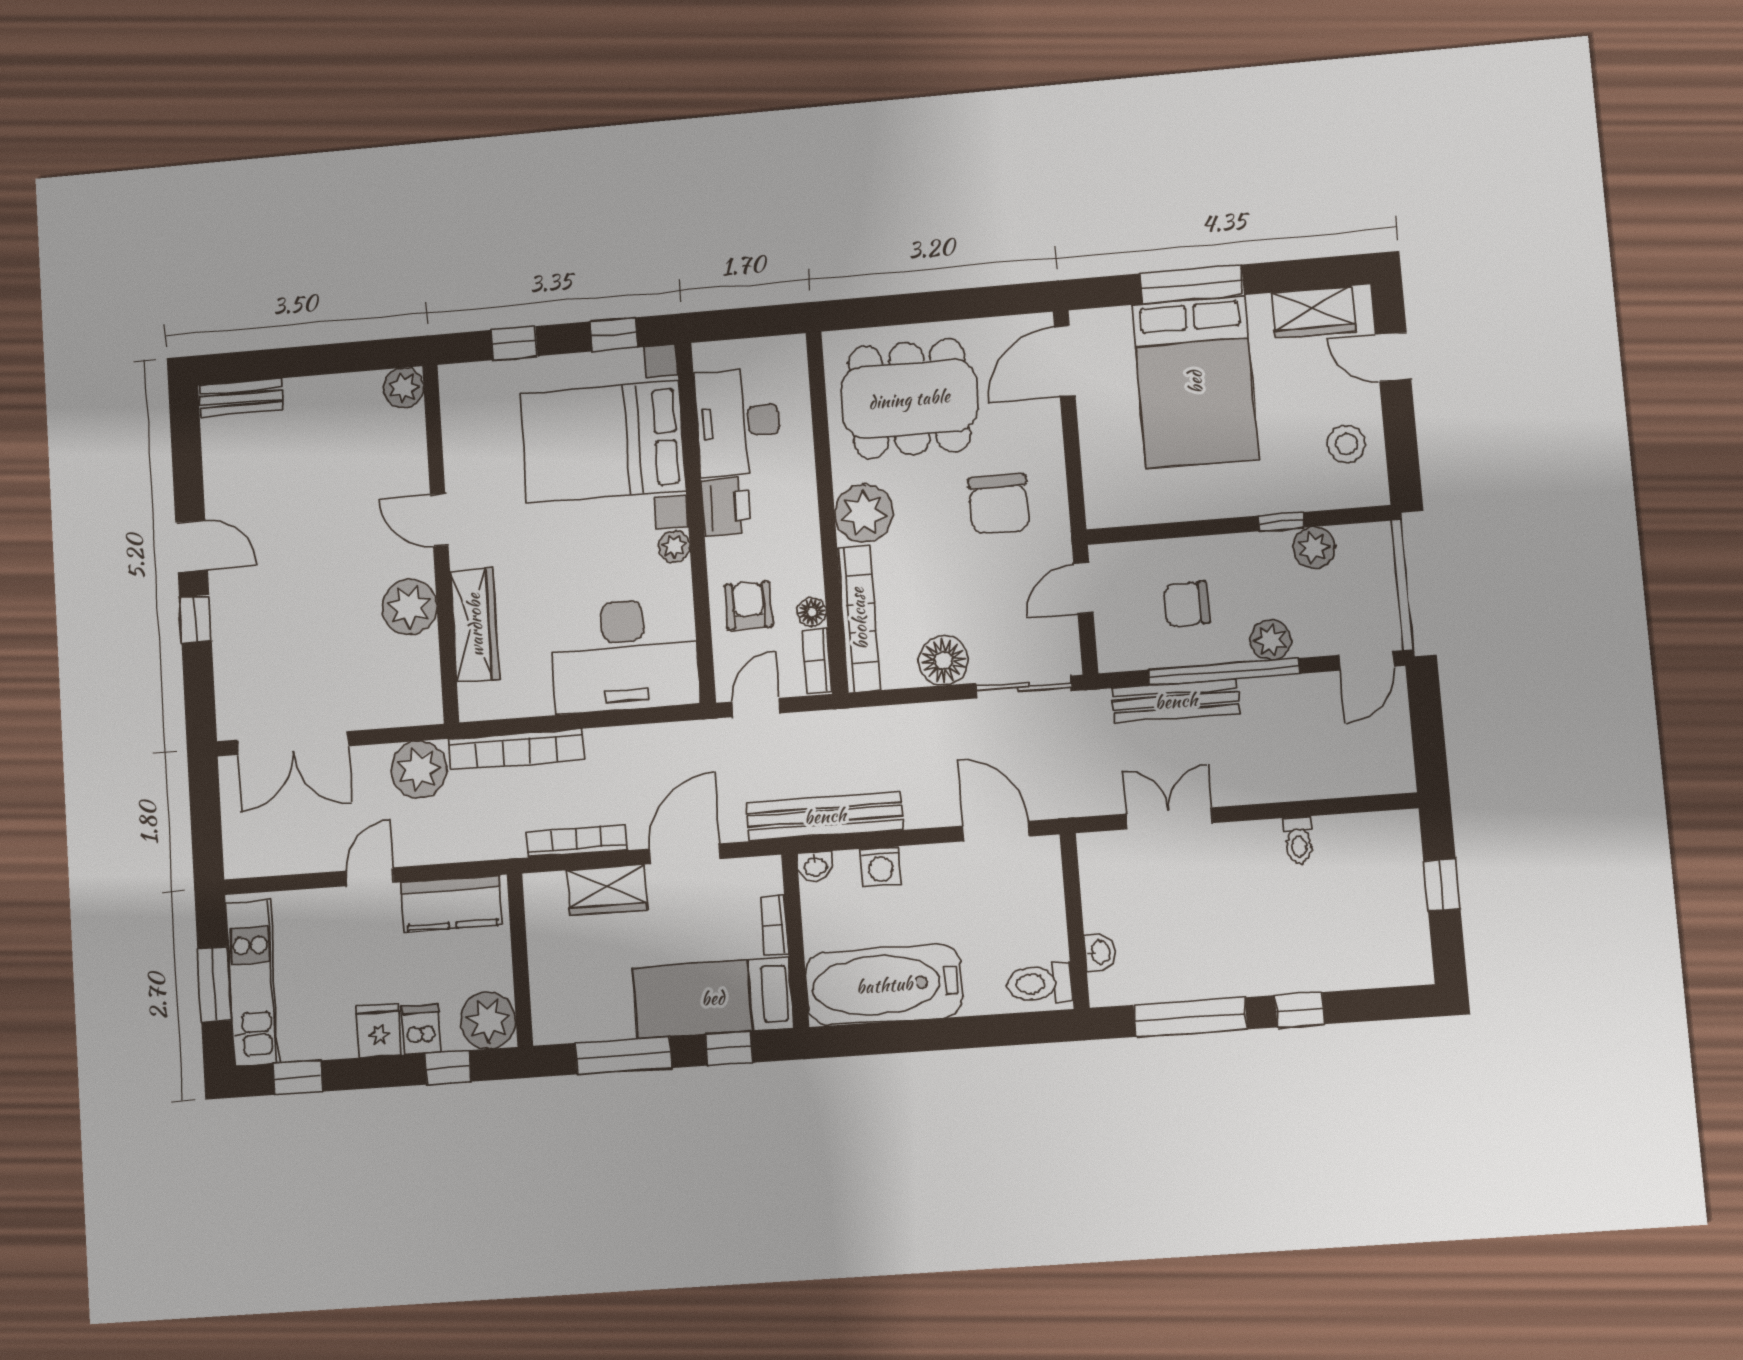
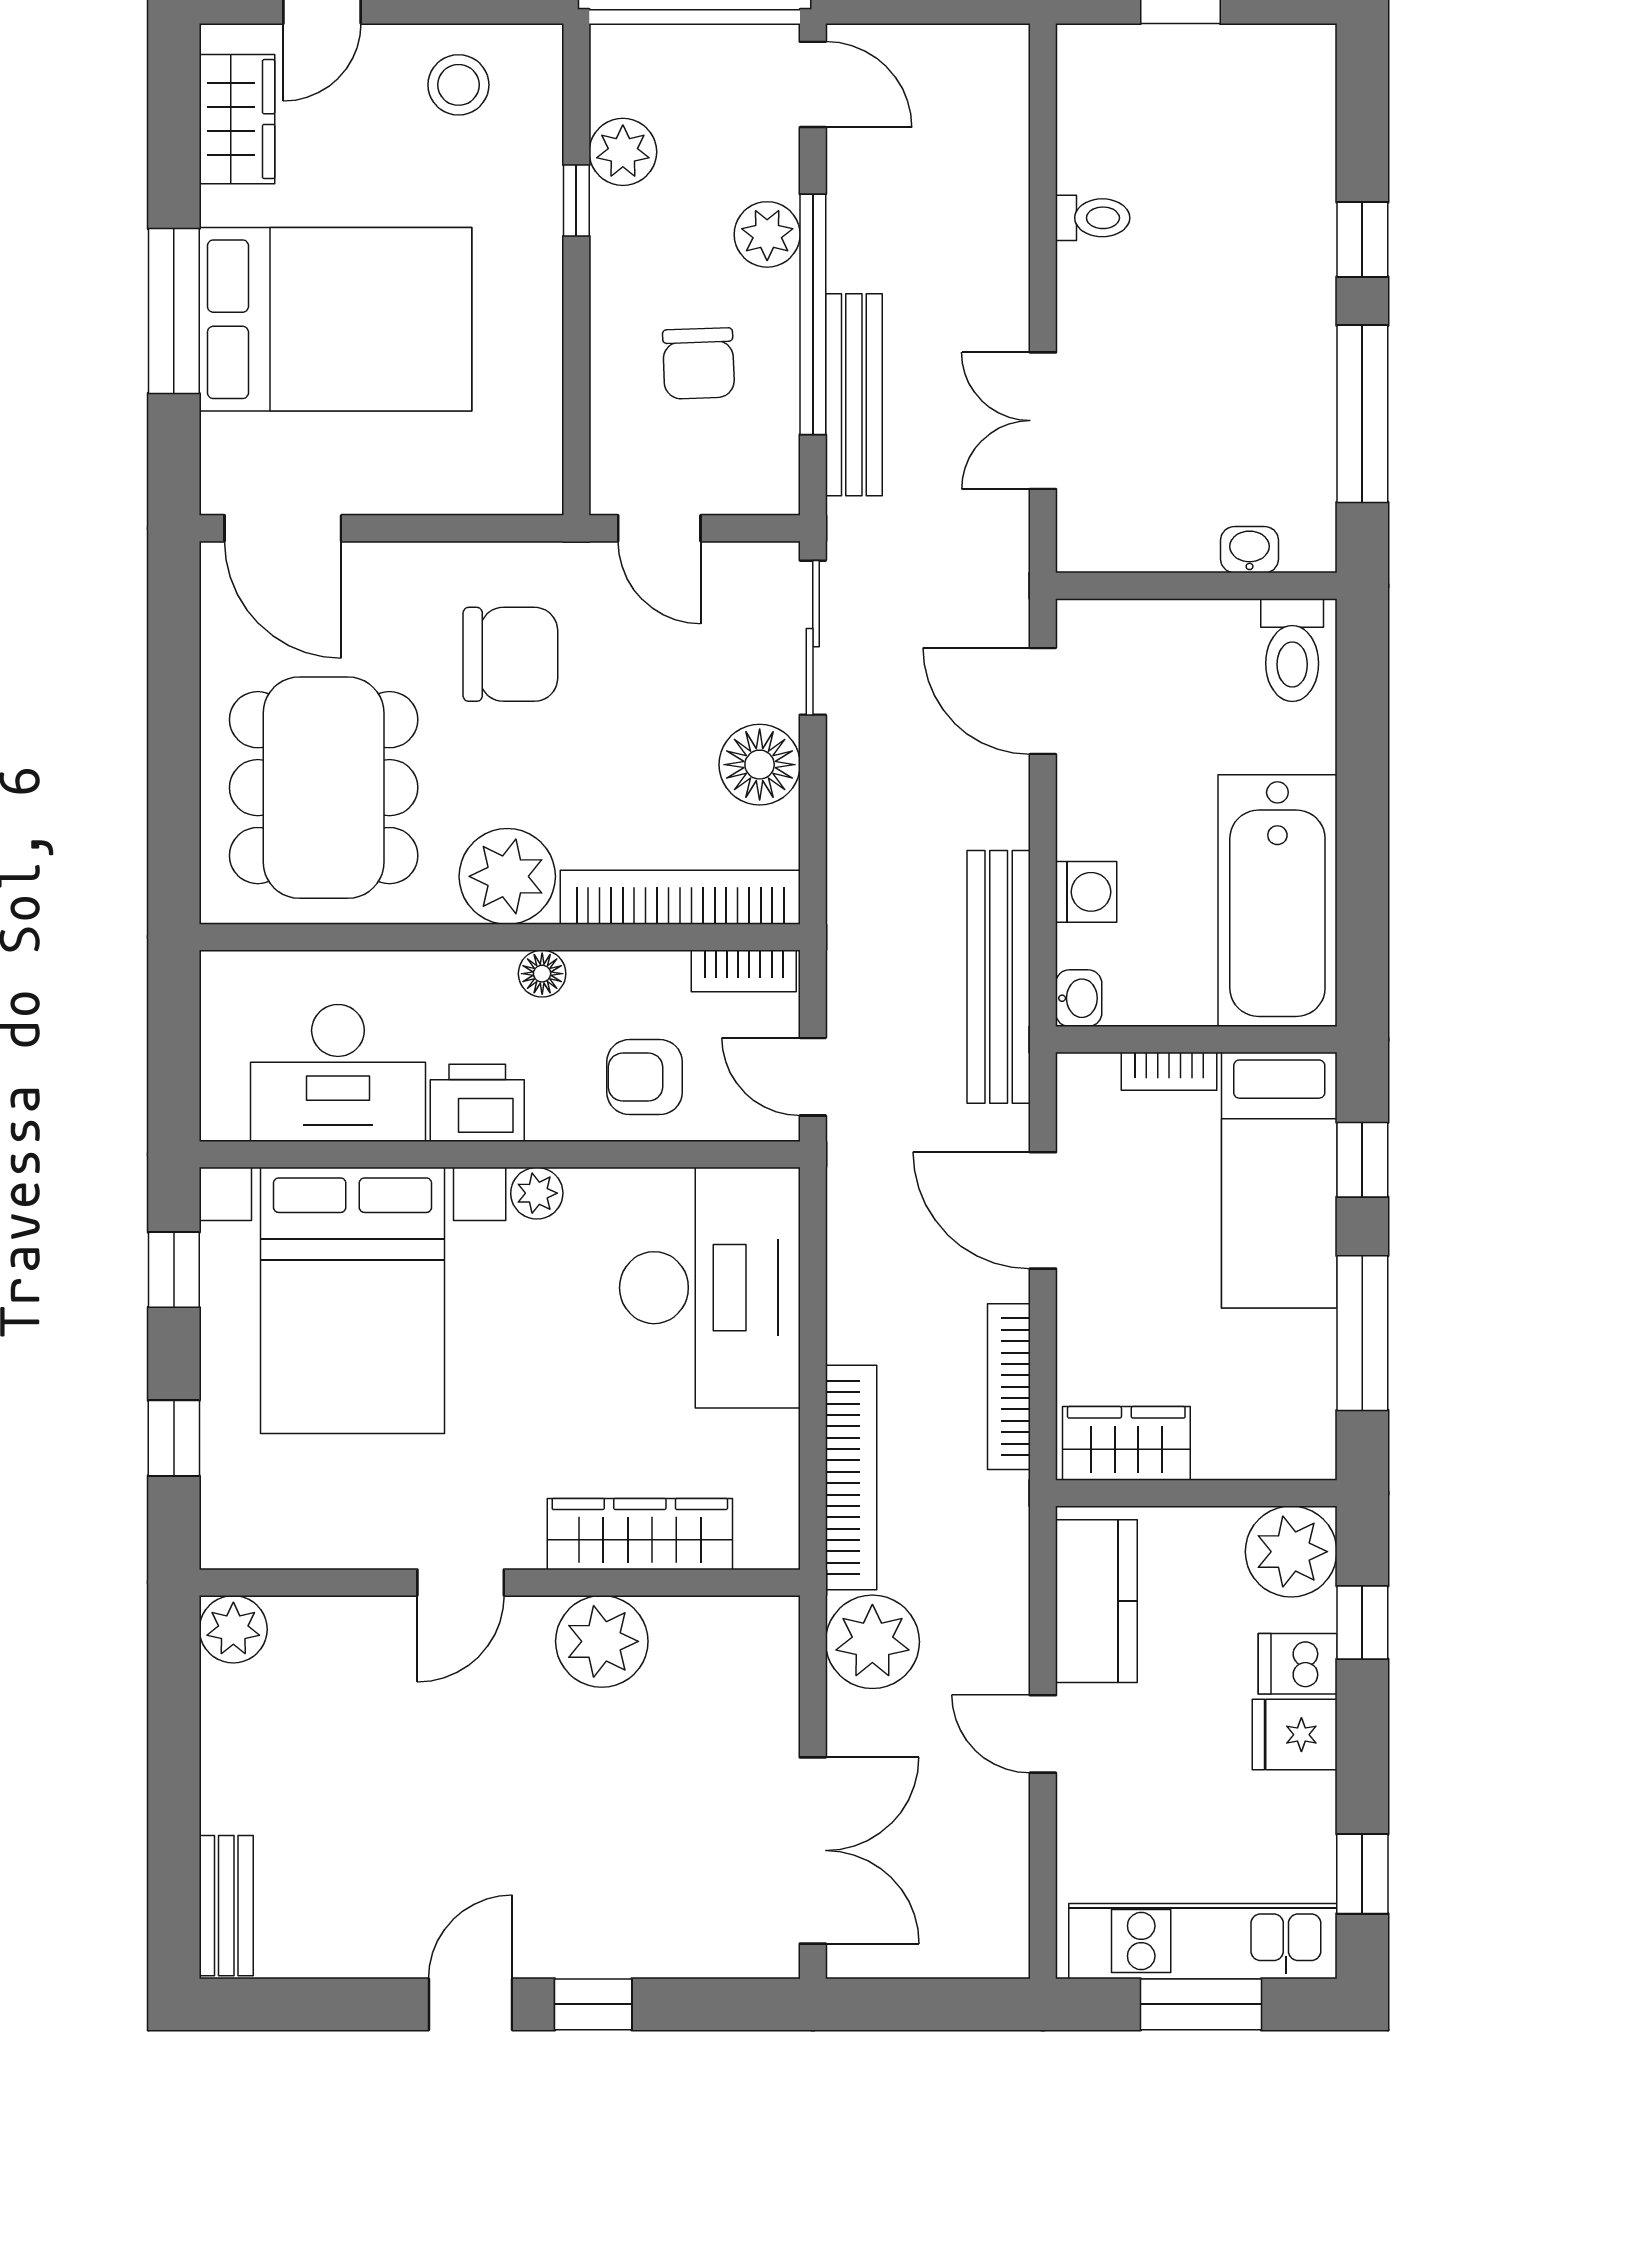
floor lamp: (812, 612) -> (542, 974), moved
door: (996, 831) -> (1043, 701), hinge flipped
wardrobe: (607, 890) -> (1126, 1443), moved, turned -90

